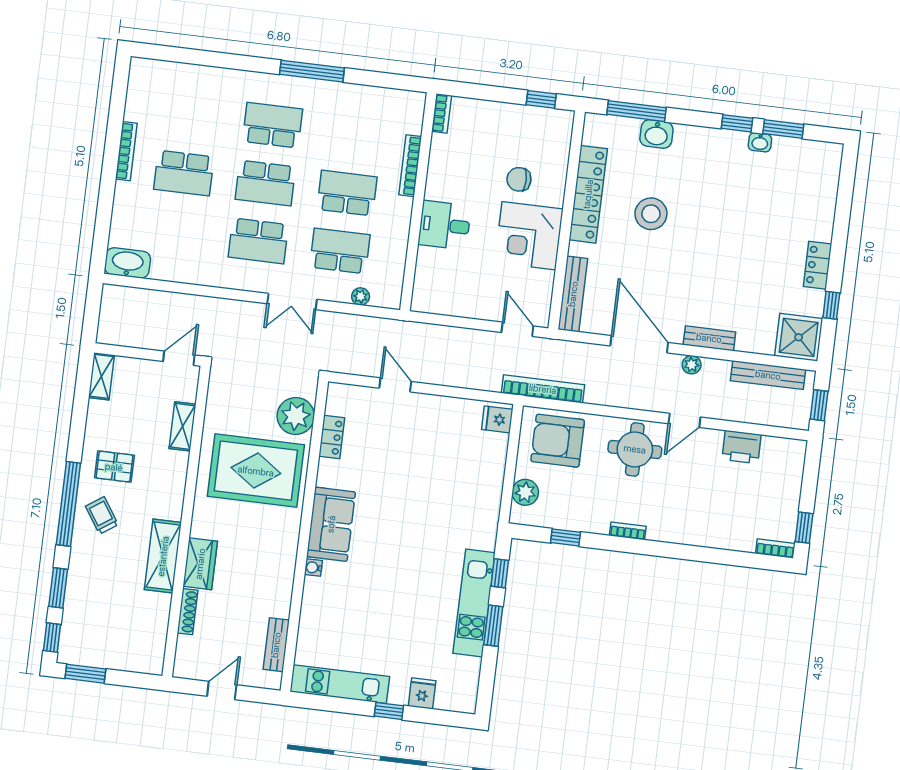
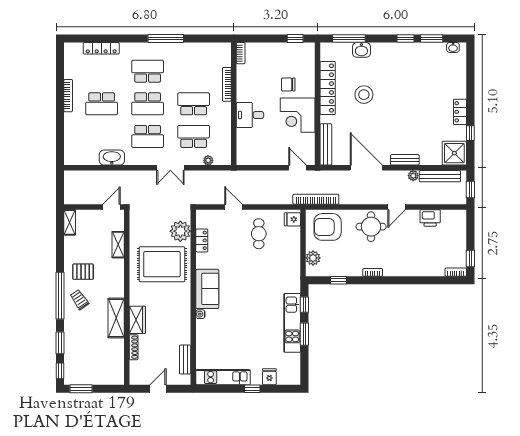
locker: (195, 75) -> (101, 48), added
washbasin: (760, 142) -> (453, 47), moved
washbasin: (128, 263) -> (112, 158), moved
plant: (692, 365) -> (413, 176), moved
cafe table: (434, 437) -> (259, 234), added

